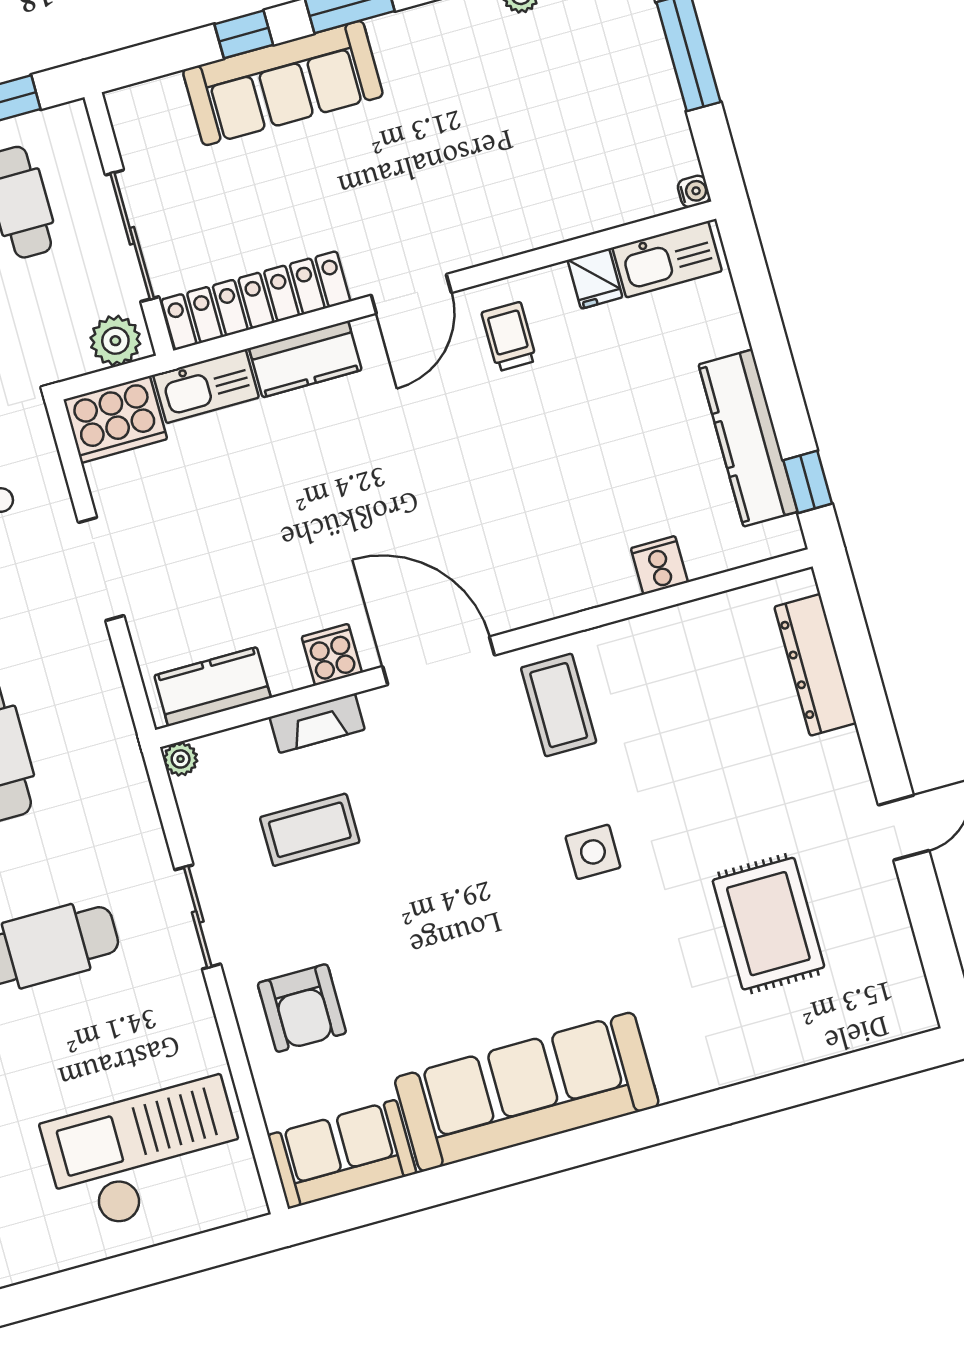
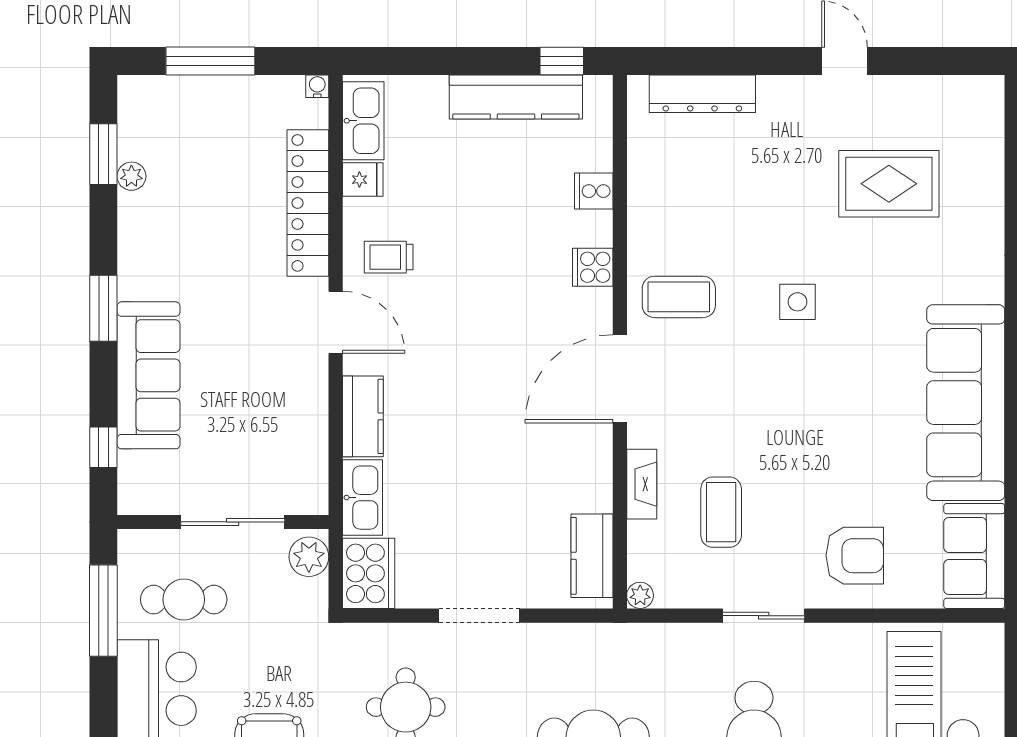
window: (244, 34) -> (103, 447), moved
locker: (256, 301) -> (308, 203), moved
cooker: (332, 655) -> (593, 267), moved

